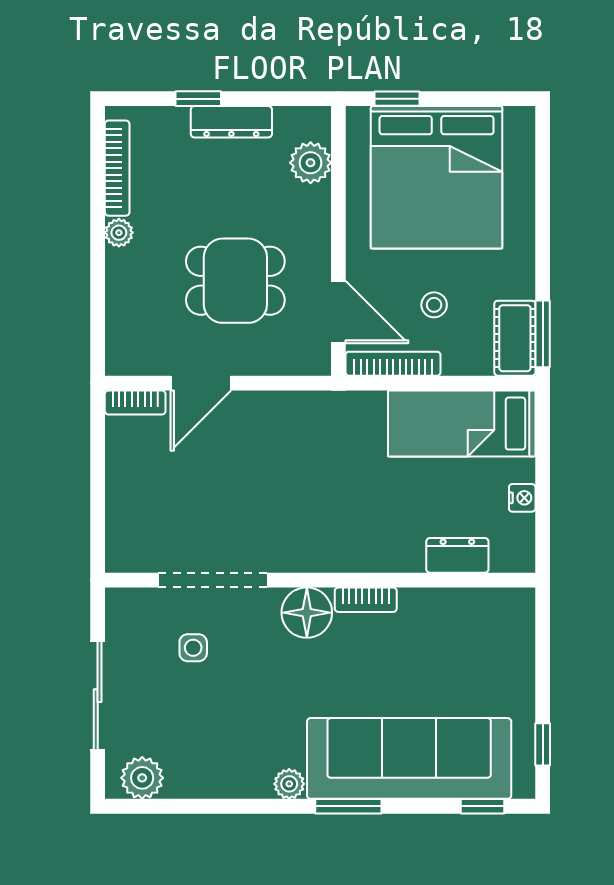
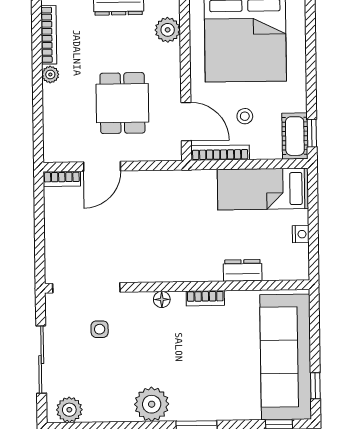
dining table: (235, 281) -> (122, 103), turned 90
window: (543, 334) -> (312, 133), width x0.67
dresser: (457, 555) -> (243, 270), moved
doorway: (213, 580) -> (86, 288), moved
floor lamp: (307, 613) -> (162, 299), width x0.53, depth x0.53
sofa: (409, 758) -> (286, 357), moved, turned -90
plant: (289, 784) -> (152, 404), width x1.87, depth x1.87

